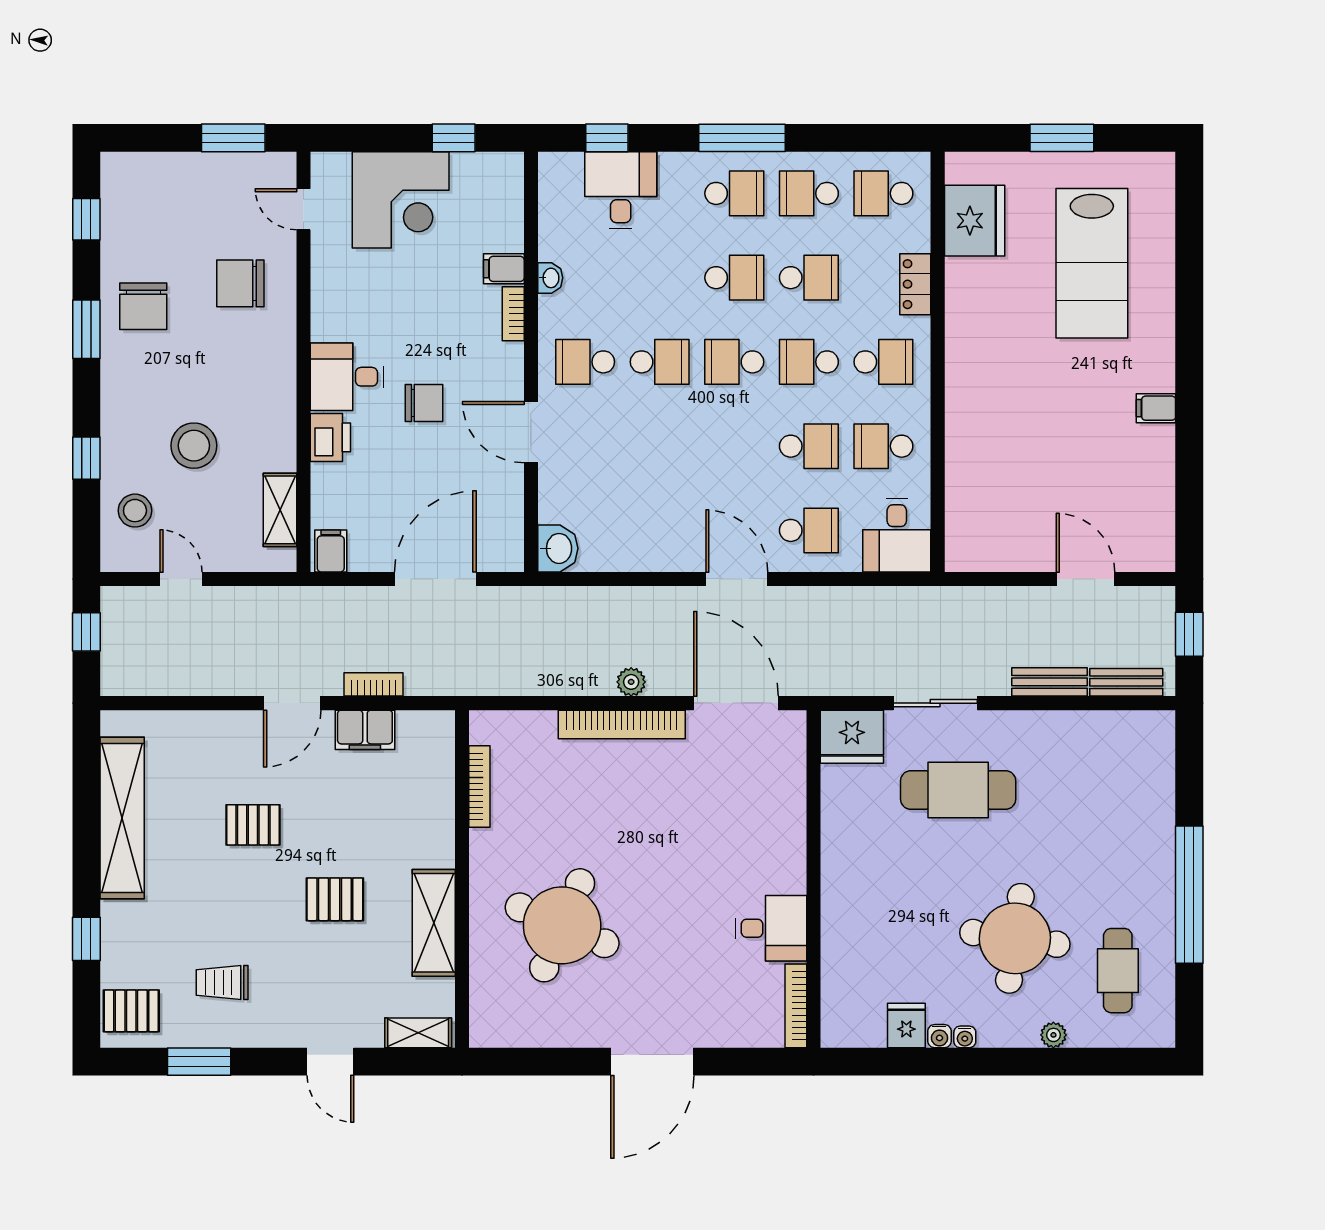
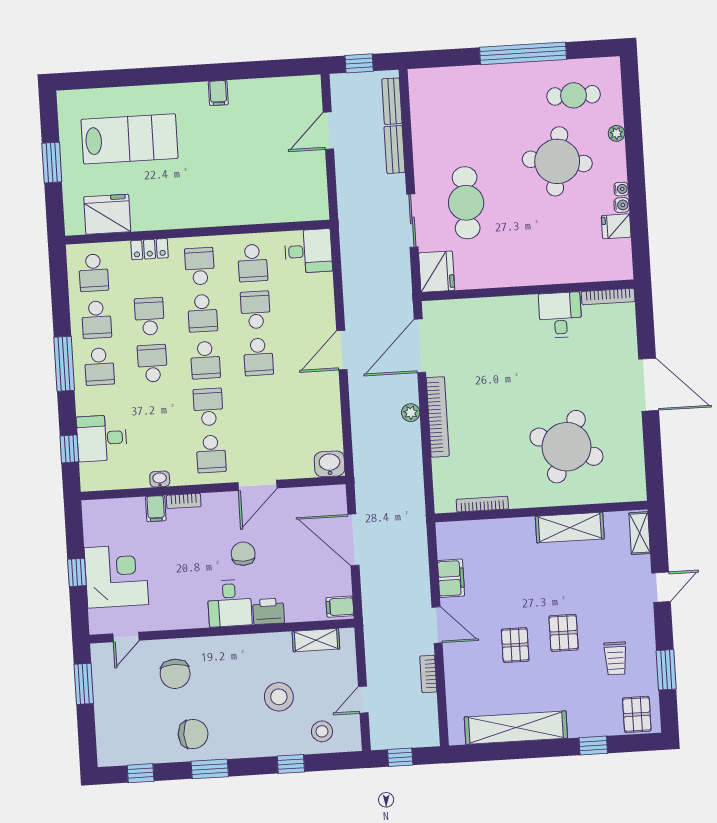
window: (454, 138) -> (77, 572), moved
school desk: (734, 193) -> (99, 367), turned 180
school desk: (809, 530) -> (258, 357), moved, turned 180
bookcase: (373, 684) -> (428, 674), moved
pallet: (335, 899) -> (564, 633), moved

